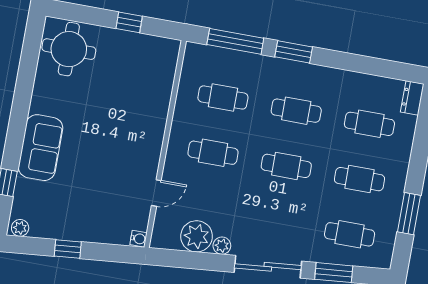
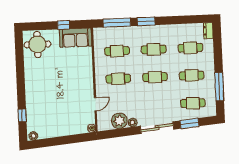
sofa: (41, 148) -> (76, 38), moved, turned 90
window: (409, 214) -> (219, 87), width x1.44
window: (68, 249) -> (59, 141), removed

